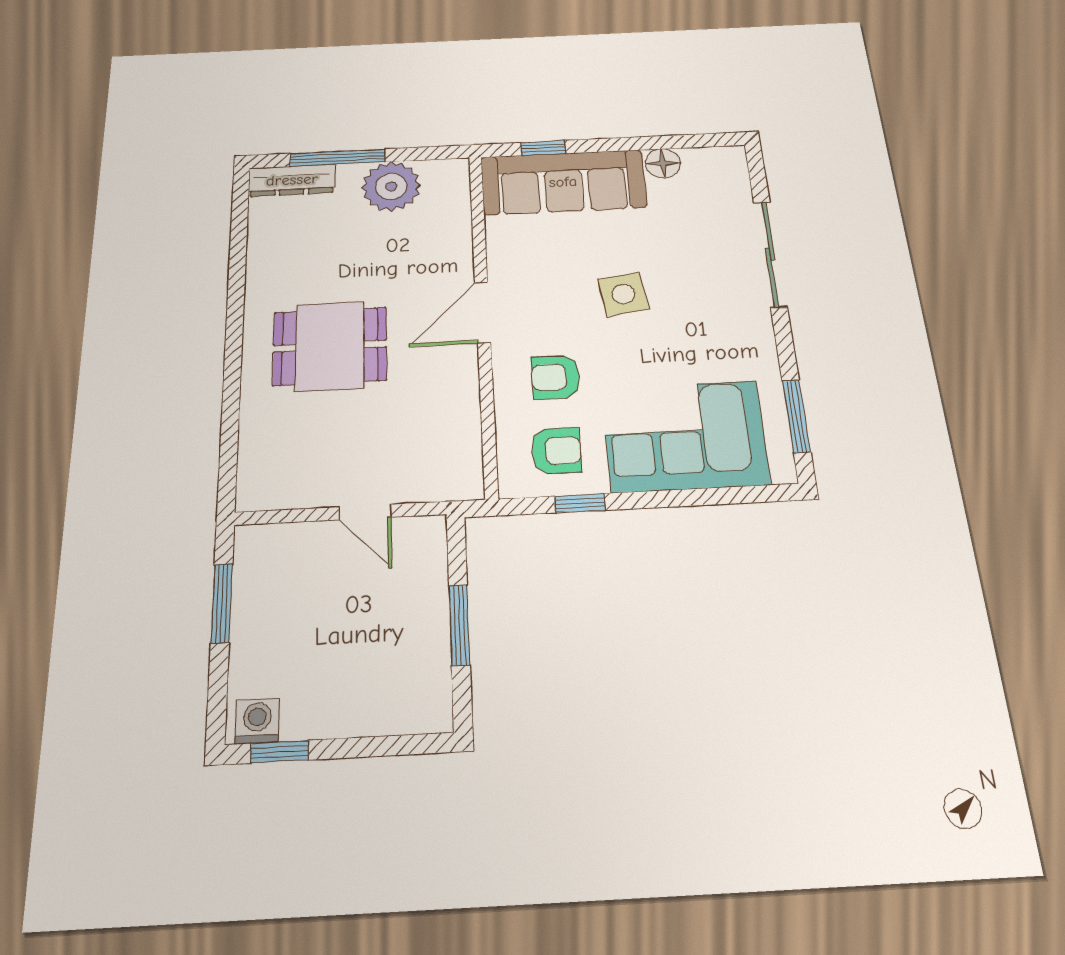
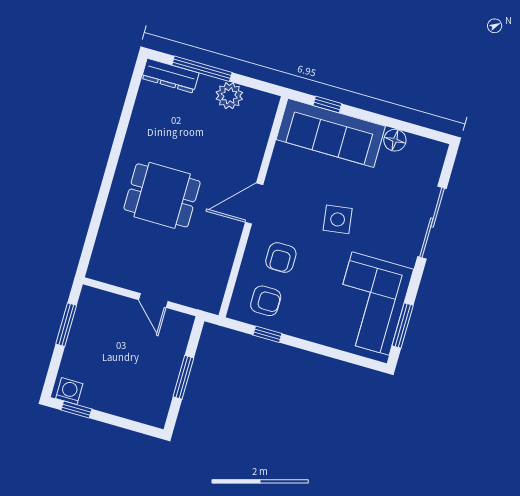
plant: (391, 186) -> (229, 96), width x0.73, depth x0.73
armchair: (556, 377) -> (281, 258), turned -90
corner sofa: (685, 436) -> (371, 304), moved, turned -90

